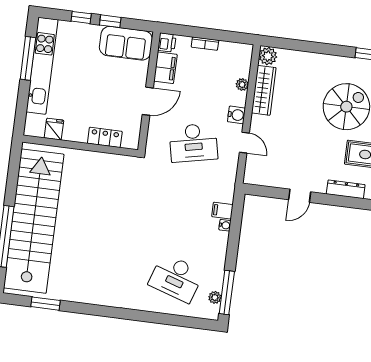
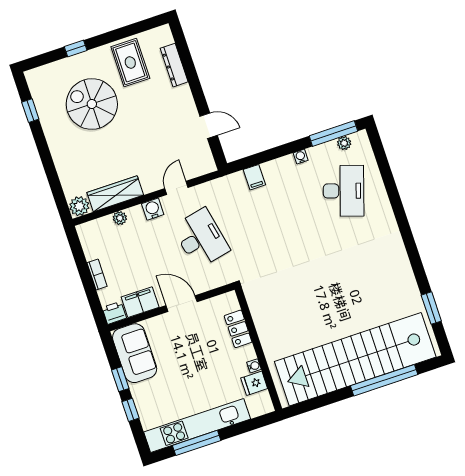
water cooler: (68, 136) -> (254, 366), added
door: (300, 196) -> (209, 126), moved
water cooler: (225, 225) -> (301, 157), moved

